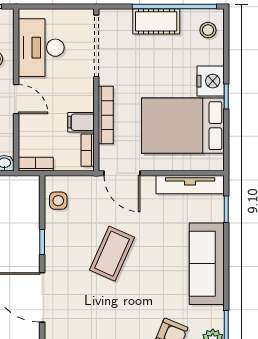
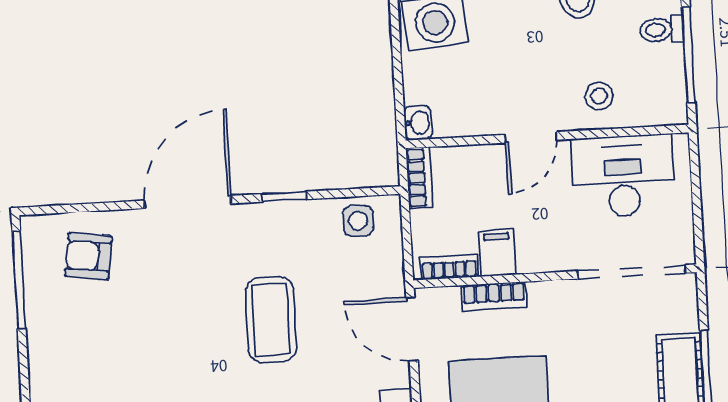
bookcase: (106, 115) -> (494, 296), width x0.64
door: (122, 173) -> (412, 329), hinge flipped
coffee table: (112, 254) -> (271, 320), turned 66

